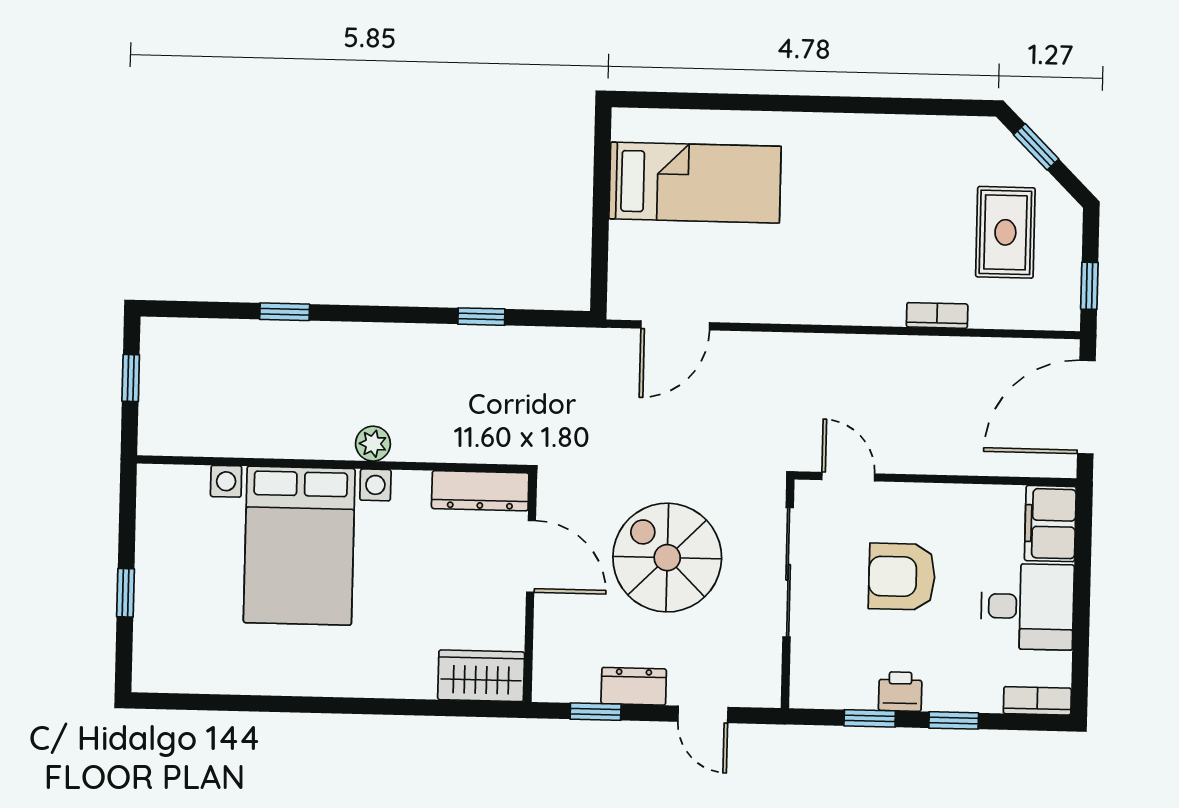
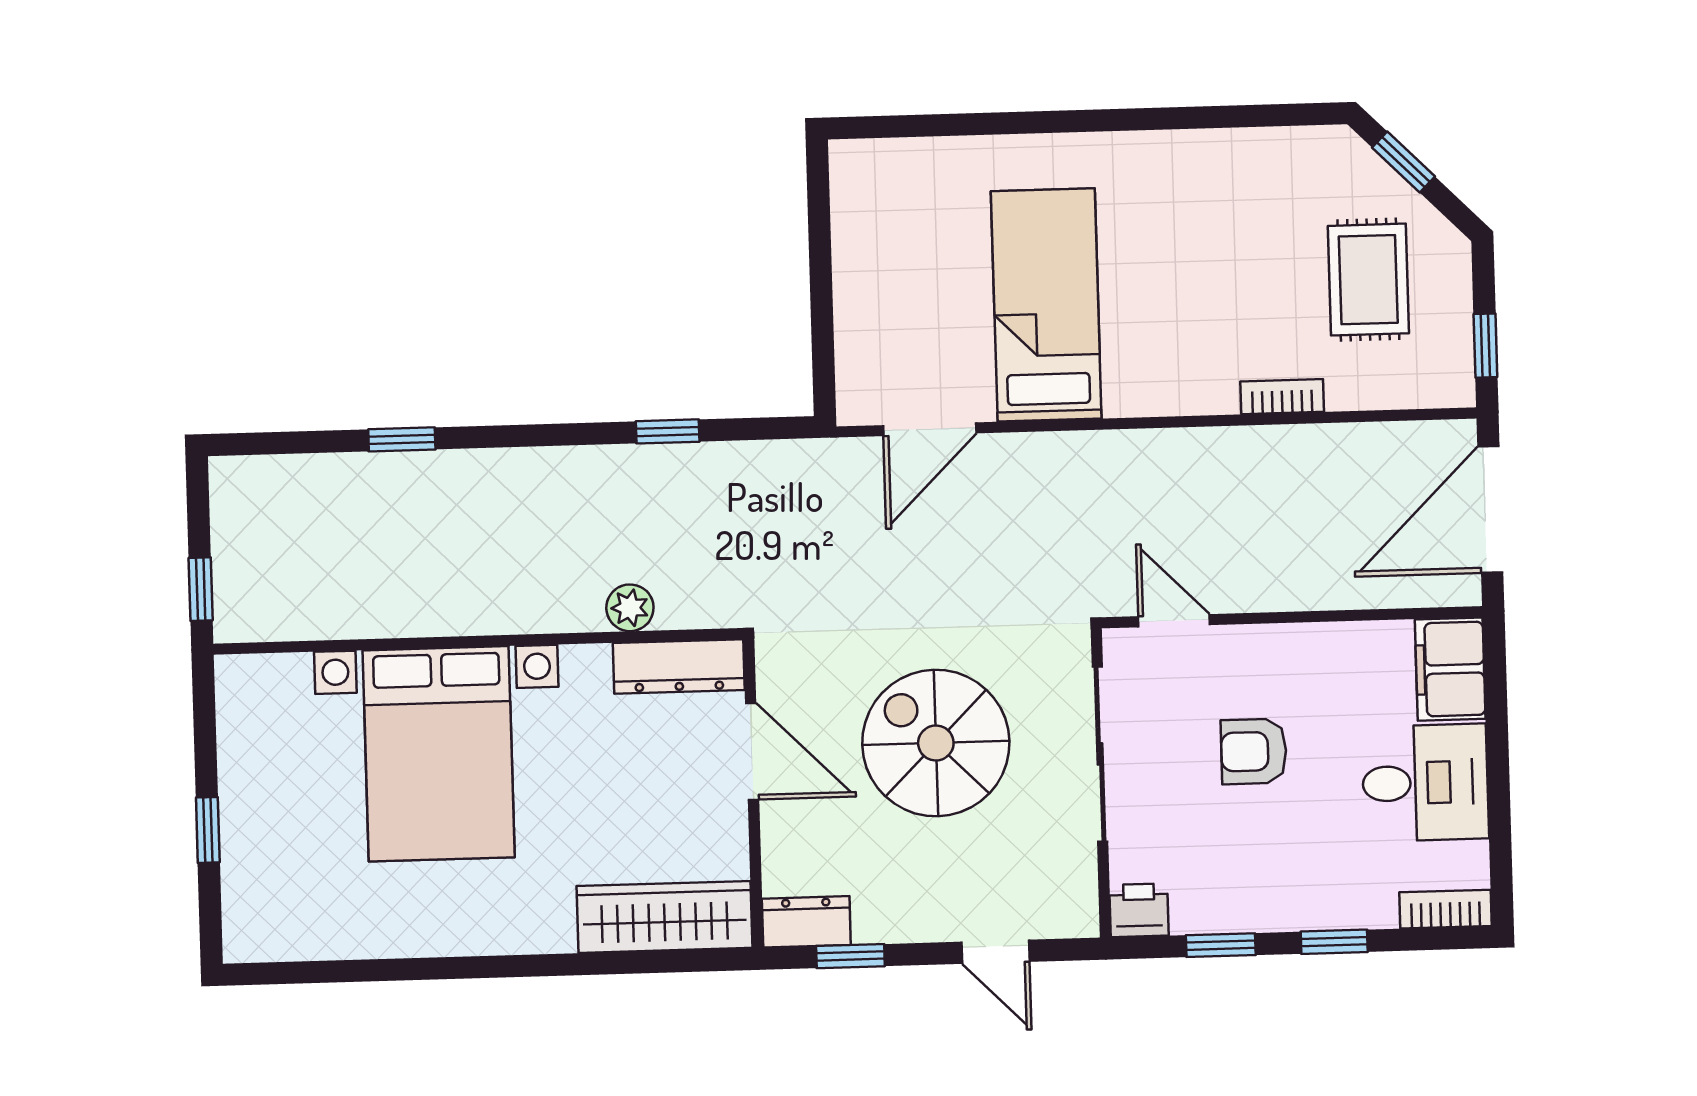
bed: (695, 183) -> (1046, 305), moved, turned -90
window: (131, 378) -> (201, 589), moved
plant: (373, 444) -> (630, 608), moved
armchair: (902, 577) -> (1254, 751), width x0.72, depth x0.72
wardrobe: (481, 676) -> (665, 917), width x1.50
dresser: (634, 686) -> (806, 922), moved
printer: (900, 692) -> (1139, 910), moved

